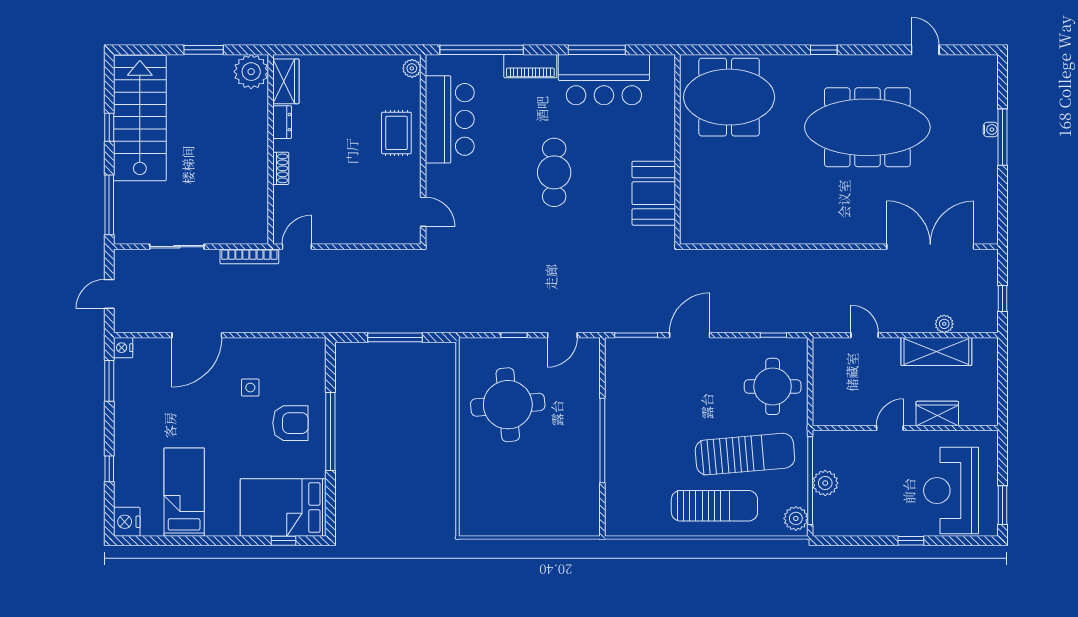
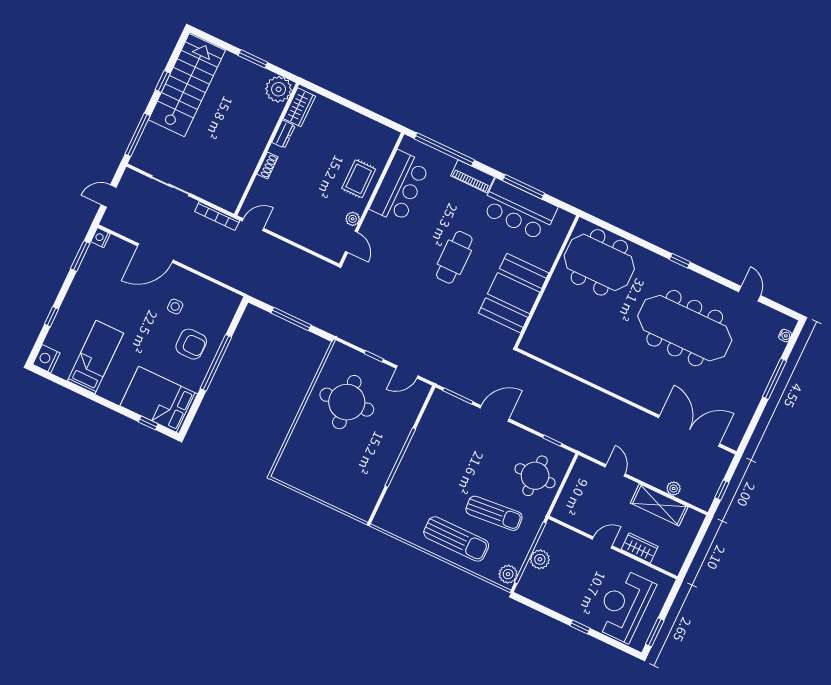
plant: (412, 68) -> (353, 219), moved
water cooler: (991, 130) -> (785, 336), moved
booth: (654, 193) -> (514, 293), width x1.36, depth x1.42
sun lounger: (745, 454) -> (494, 513), width x0.73, depth x0.75

